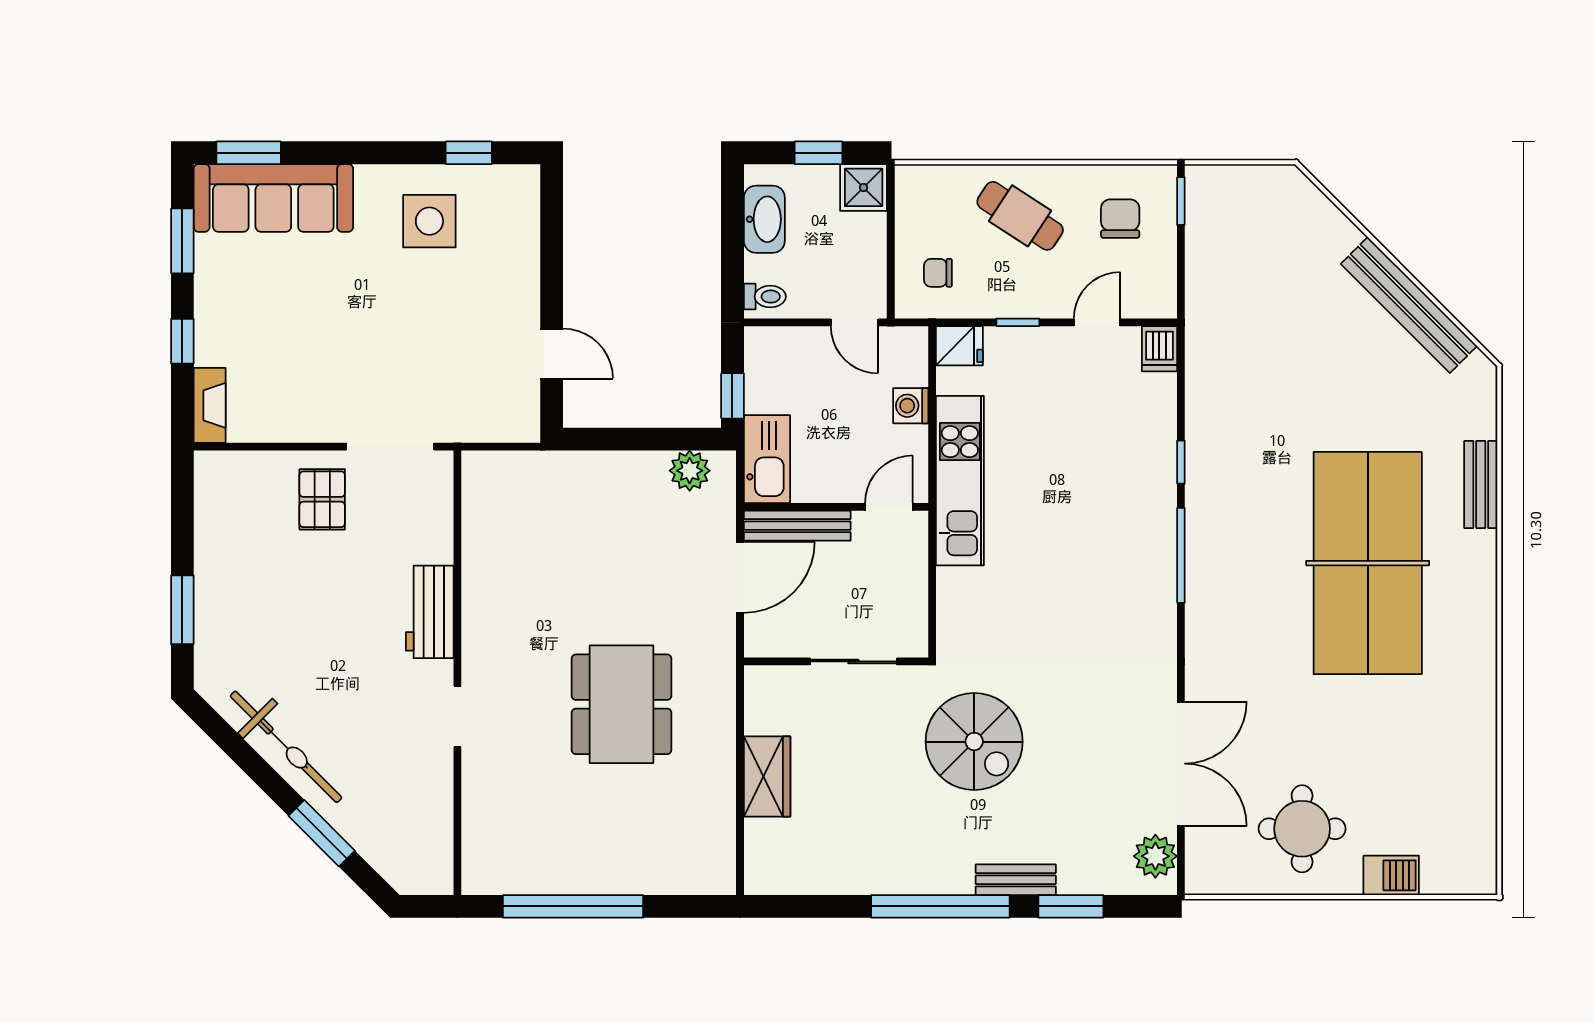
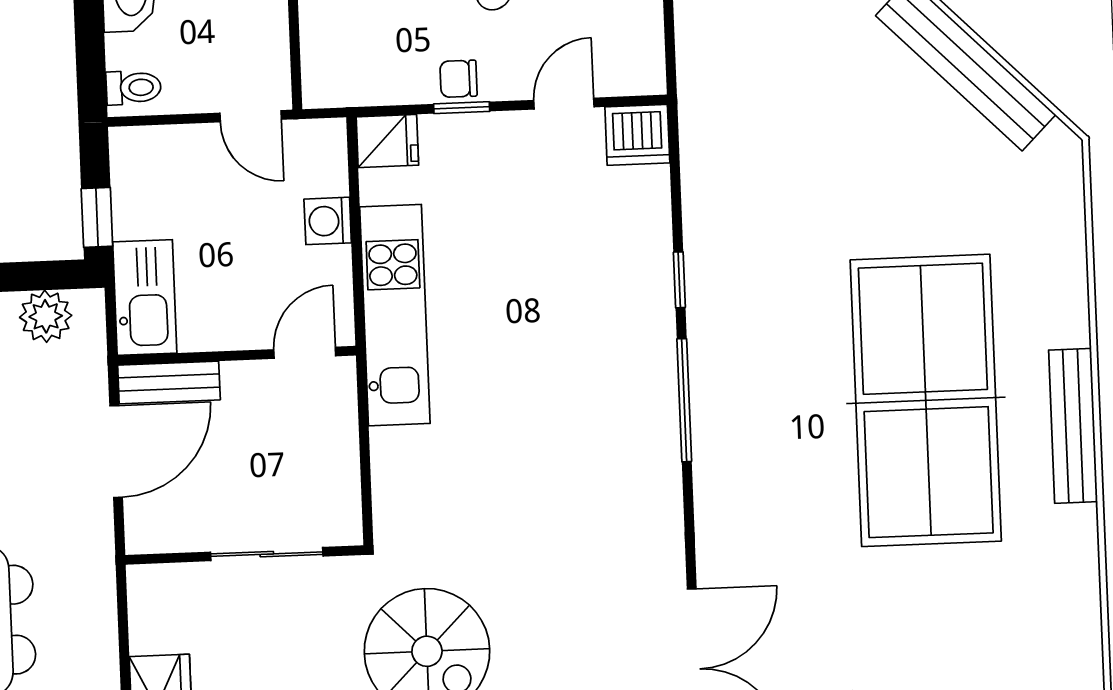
chair: (938, 273) -> (459, 79), moved
dishwasher: (1159, 349) -> (637, 135), width x1.38
bench: (1481, 485) -> (1073, 426), moved, width x1.36
bench: (797, 526) -> (169, 382), width x0.73

